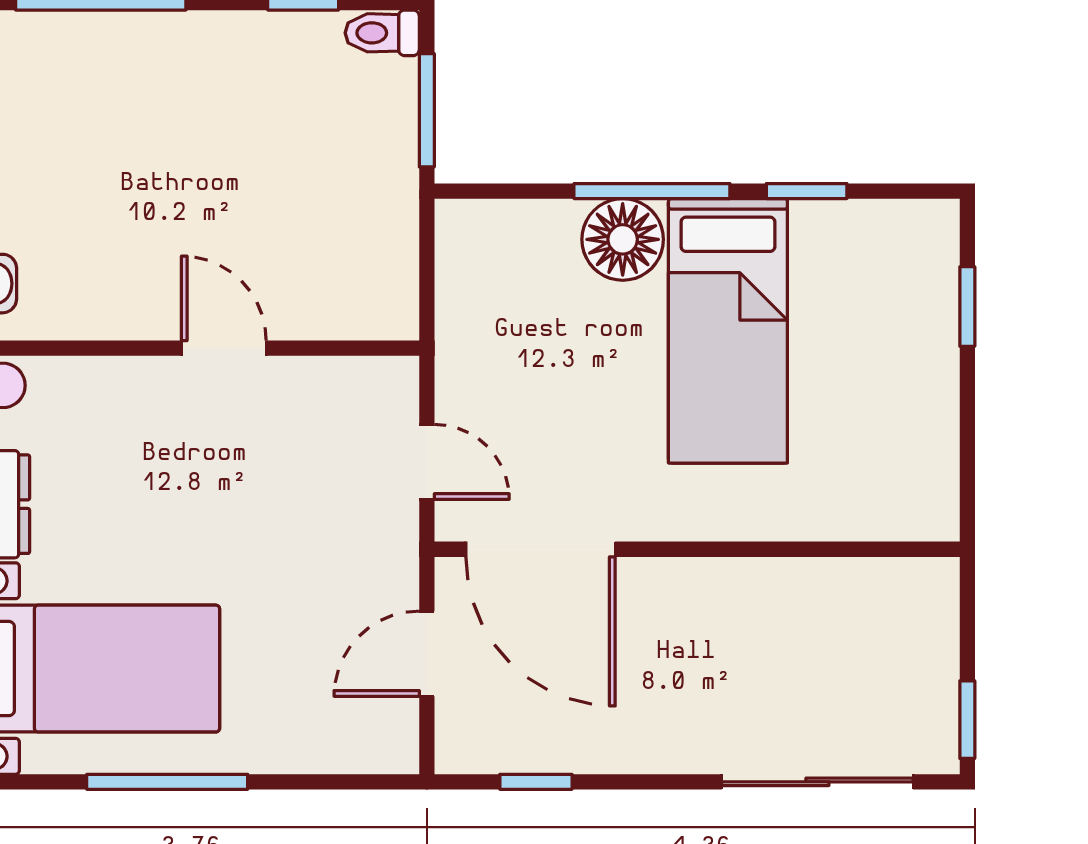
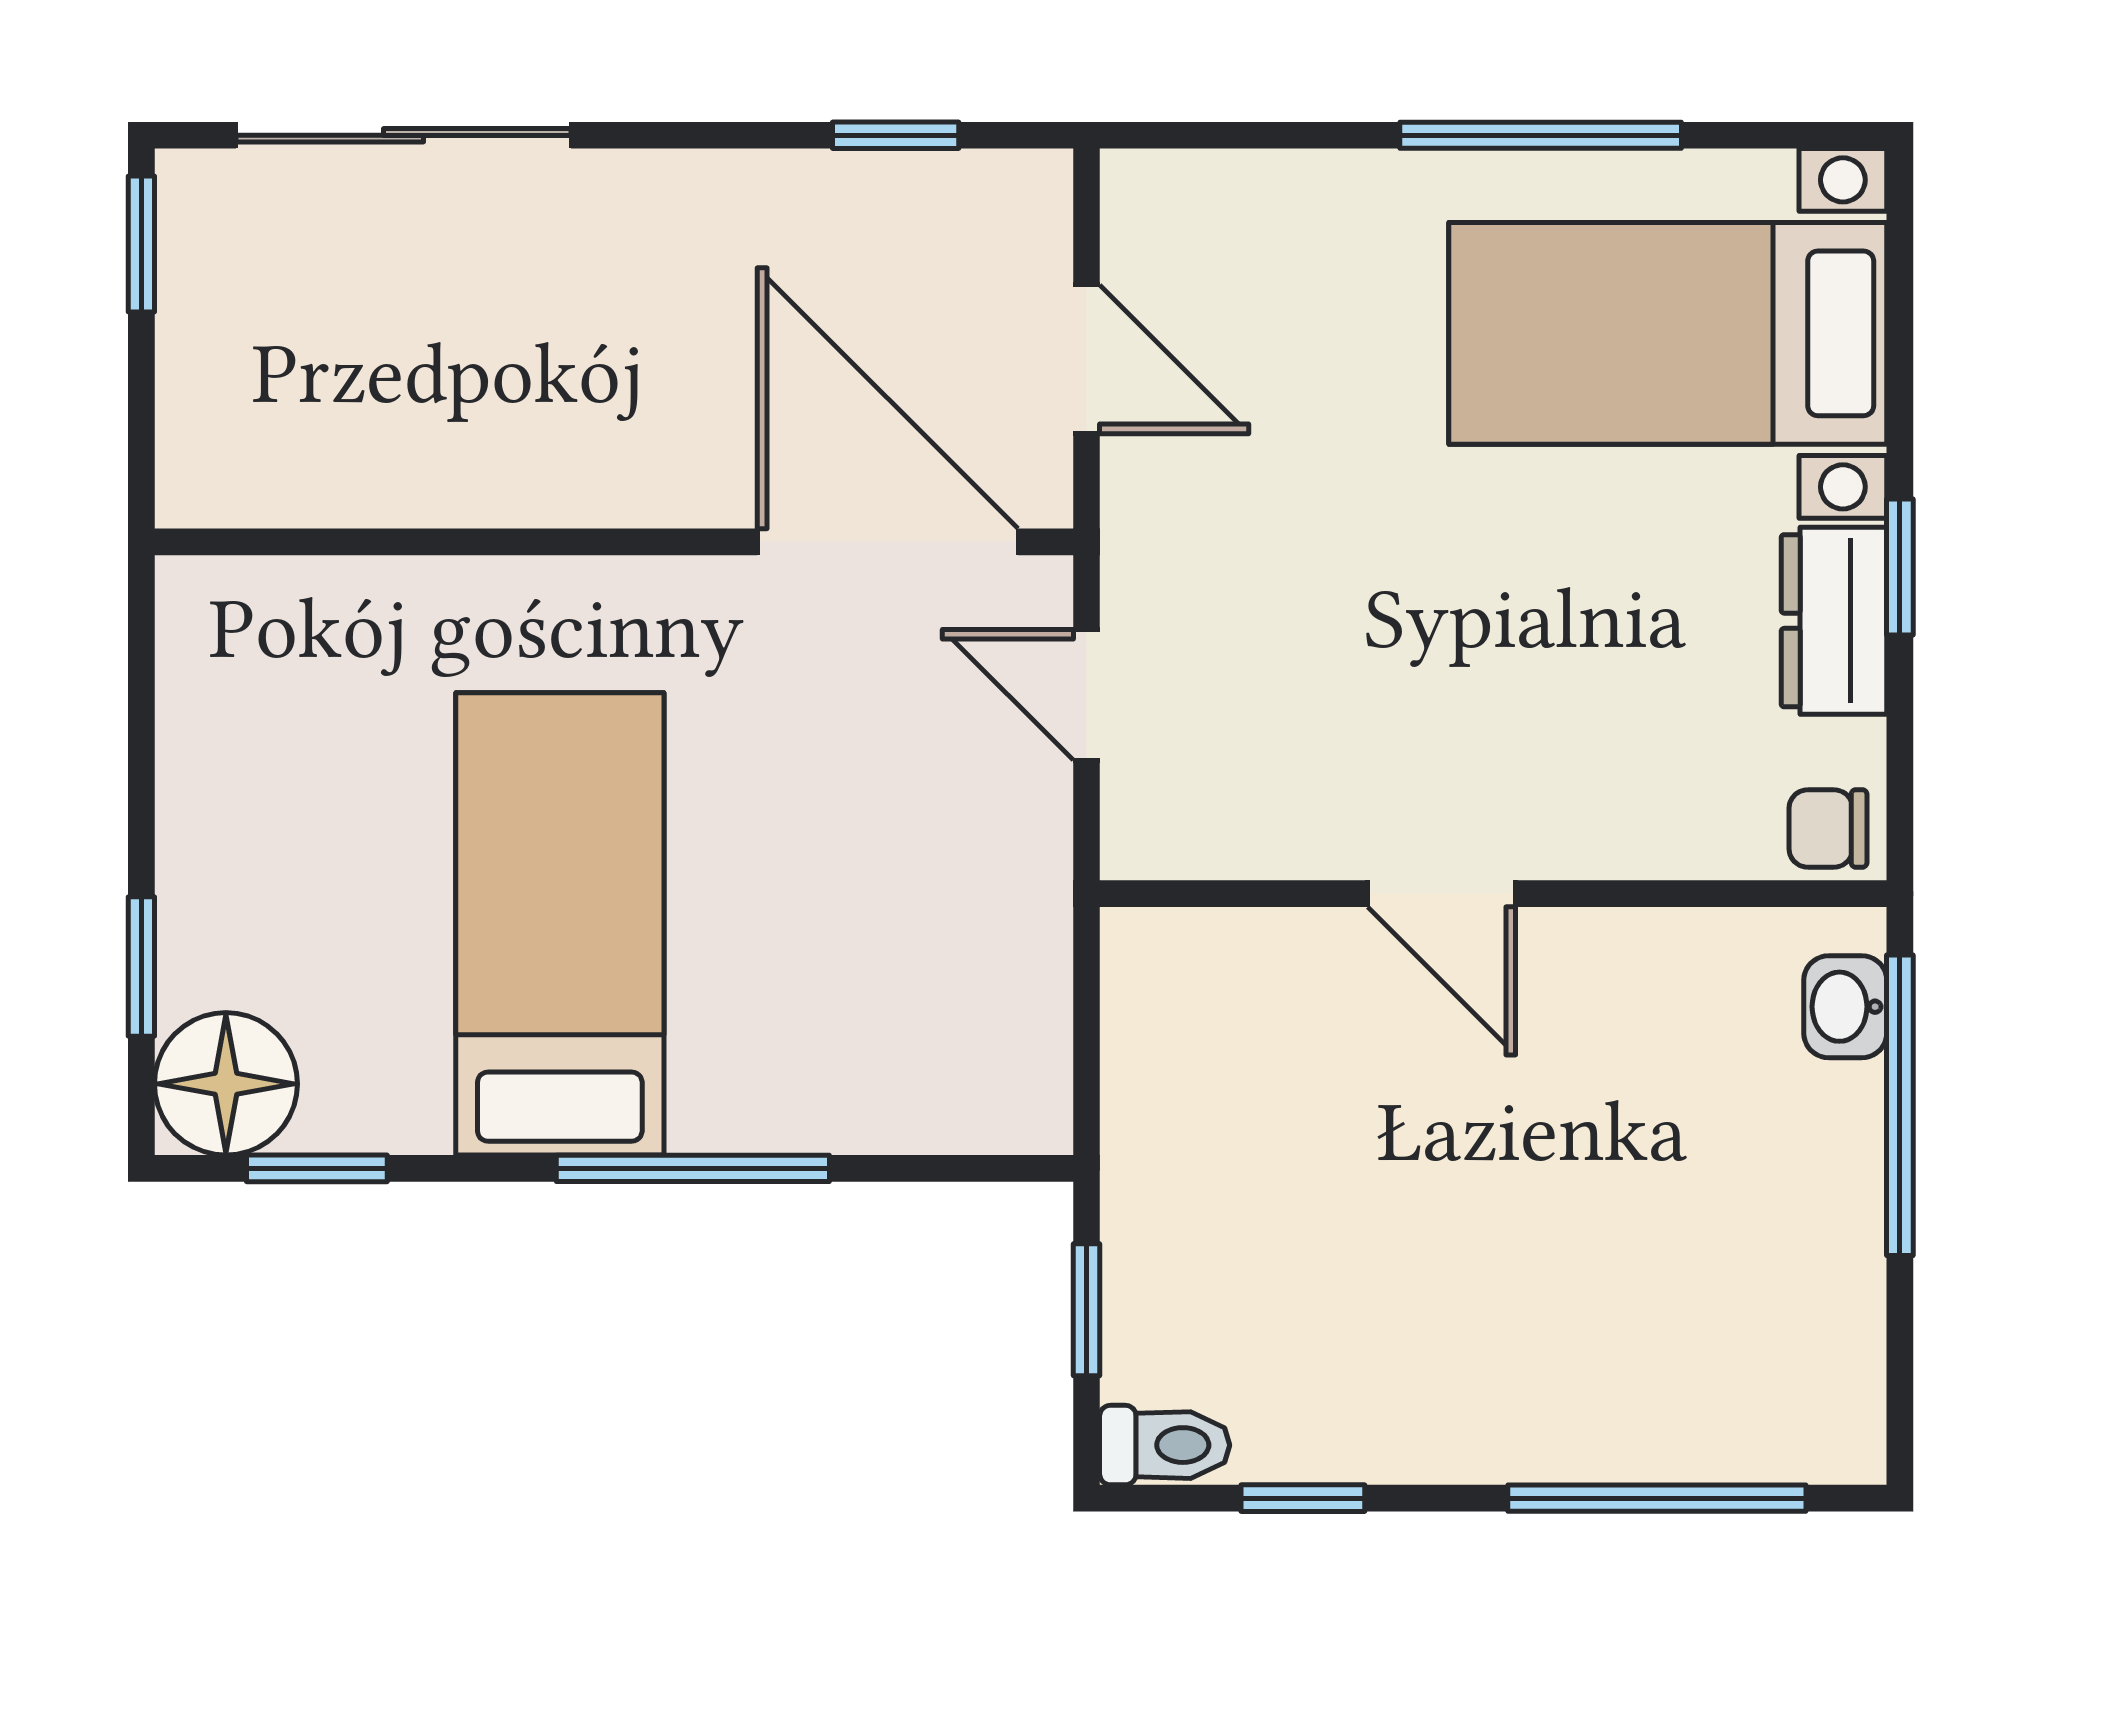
window: (427, 110) -> (1087, 1310), width x0.67
window: (807, 191) -> (317, 1168), moved
floor lamp: (623, 239) -> (226, 1084), moved
door: (427, 654) -> (1087, 359), hinge flipped

